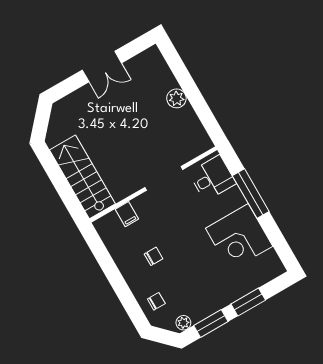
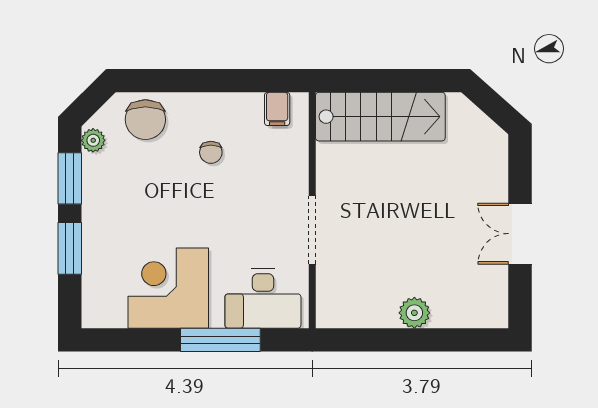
desk: (212, 178) -> (263, 299), width x1.37
filing cabinet: (127, 214) -> (277, 109), moved, turned -90
chair: (156, 301) -> (145, 120), width x1.87, depth x1.87

